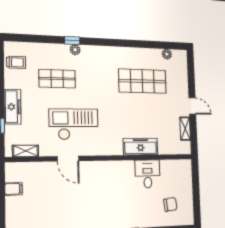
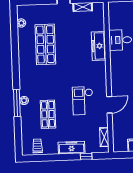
window: (72, 41) -> (17, 103), width x2.17
checkout: (74, 124) -> (83, 101), width x0.73, depth x0.83

